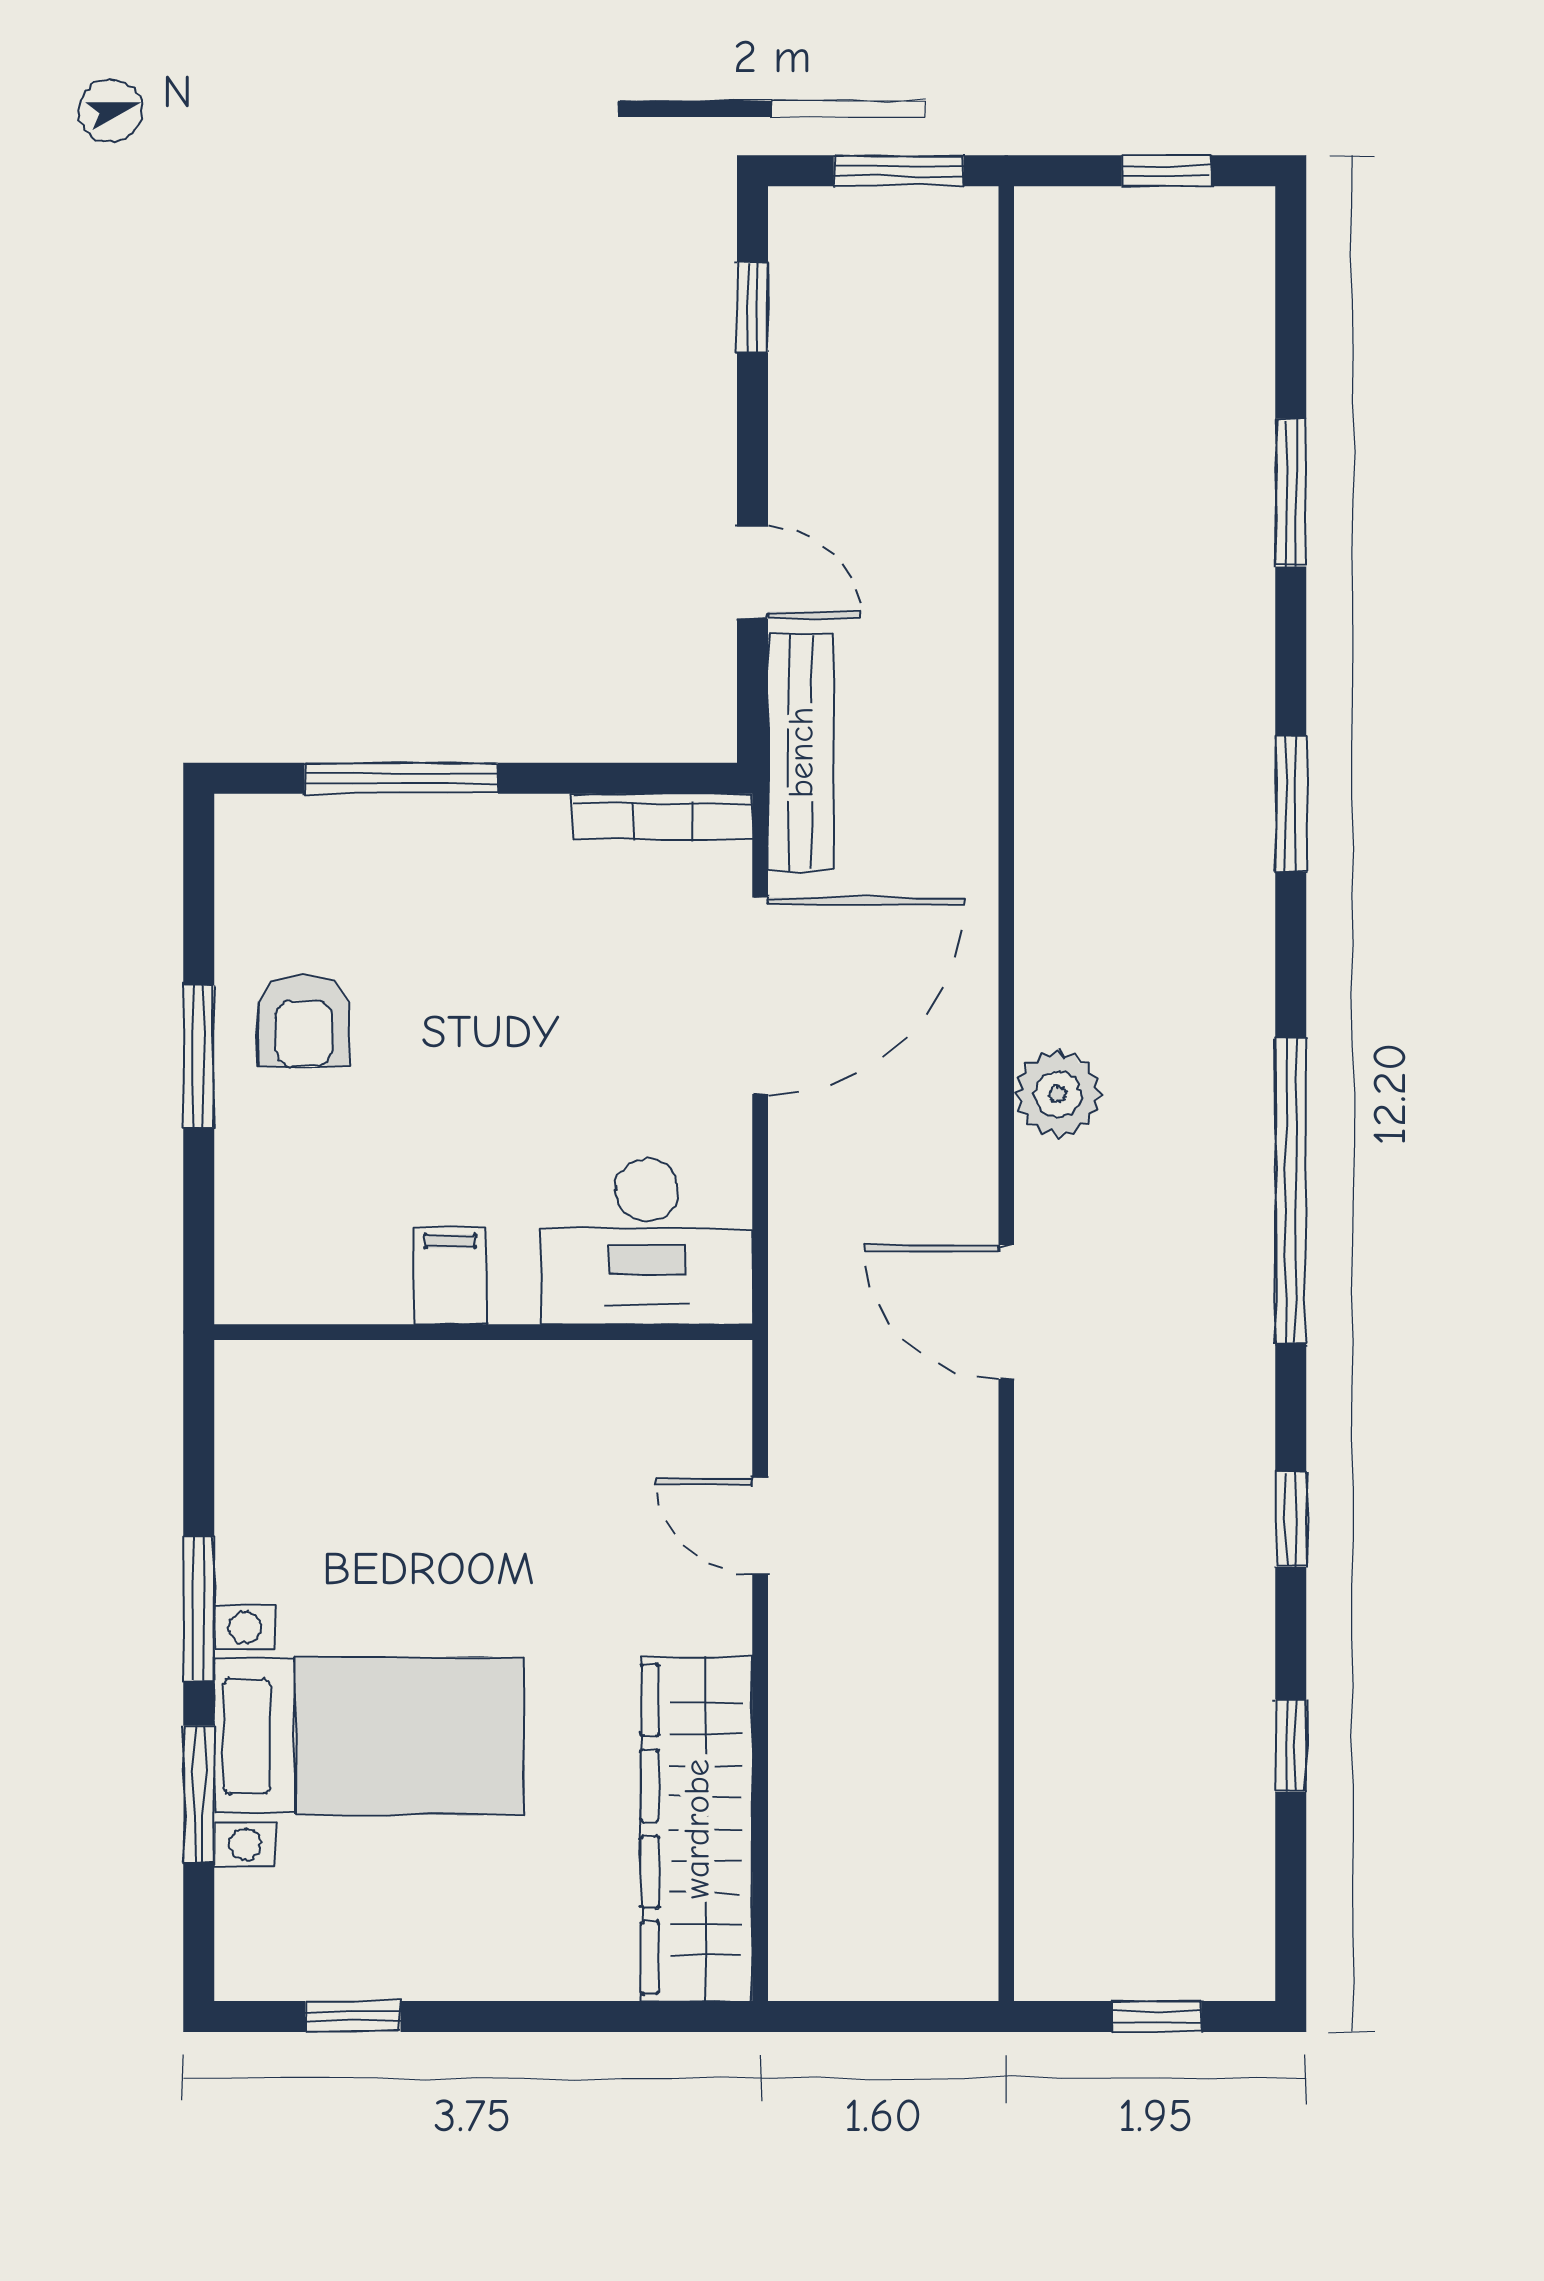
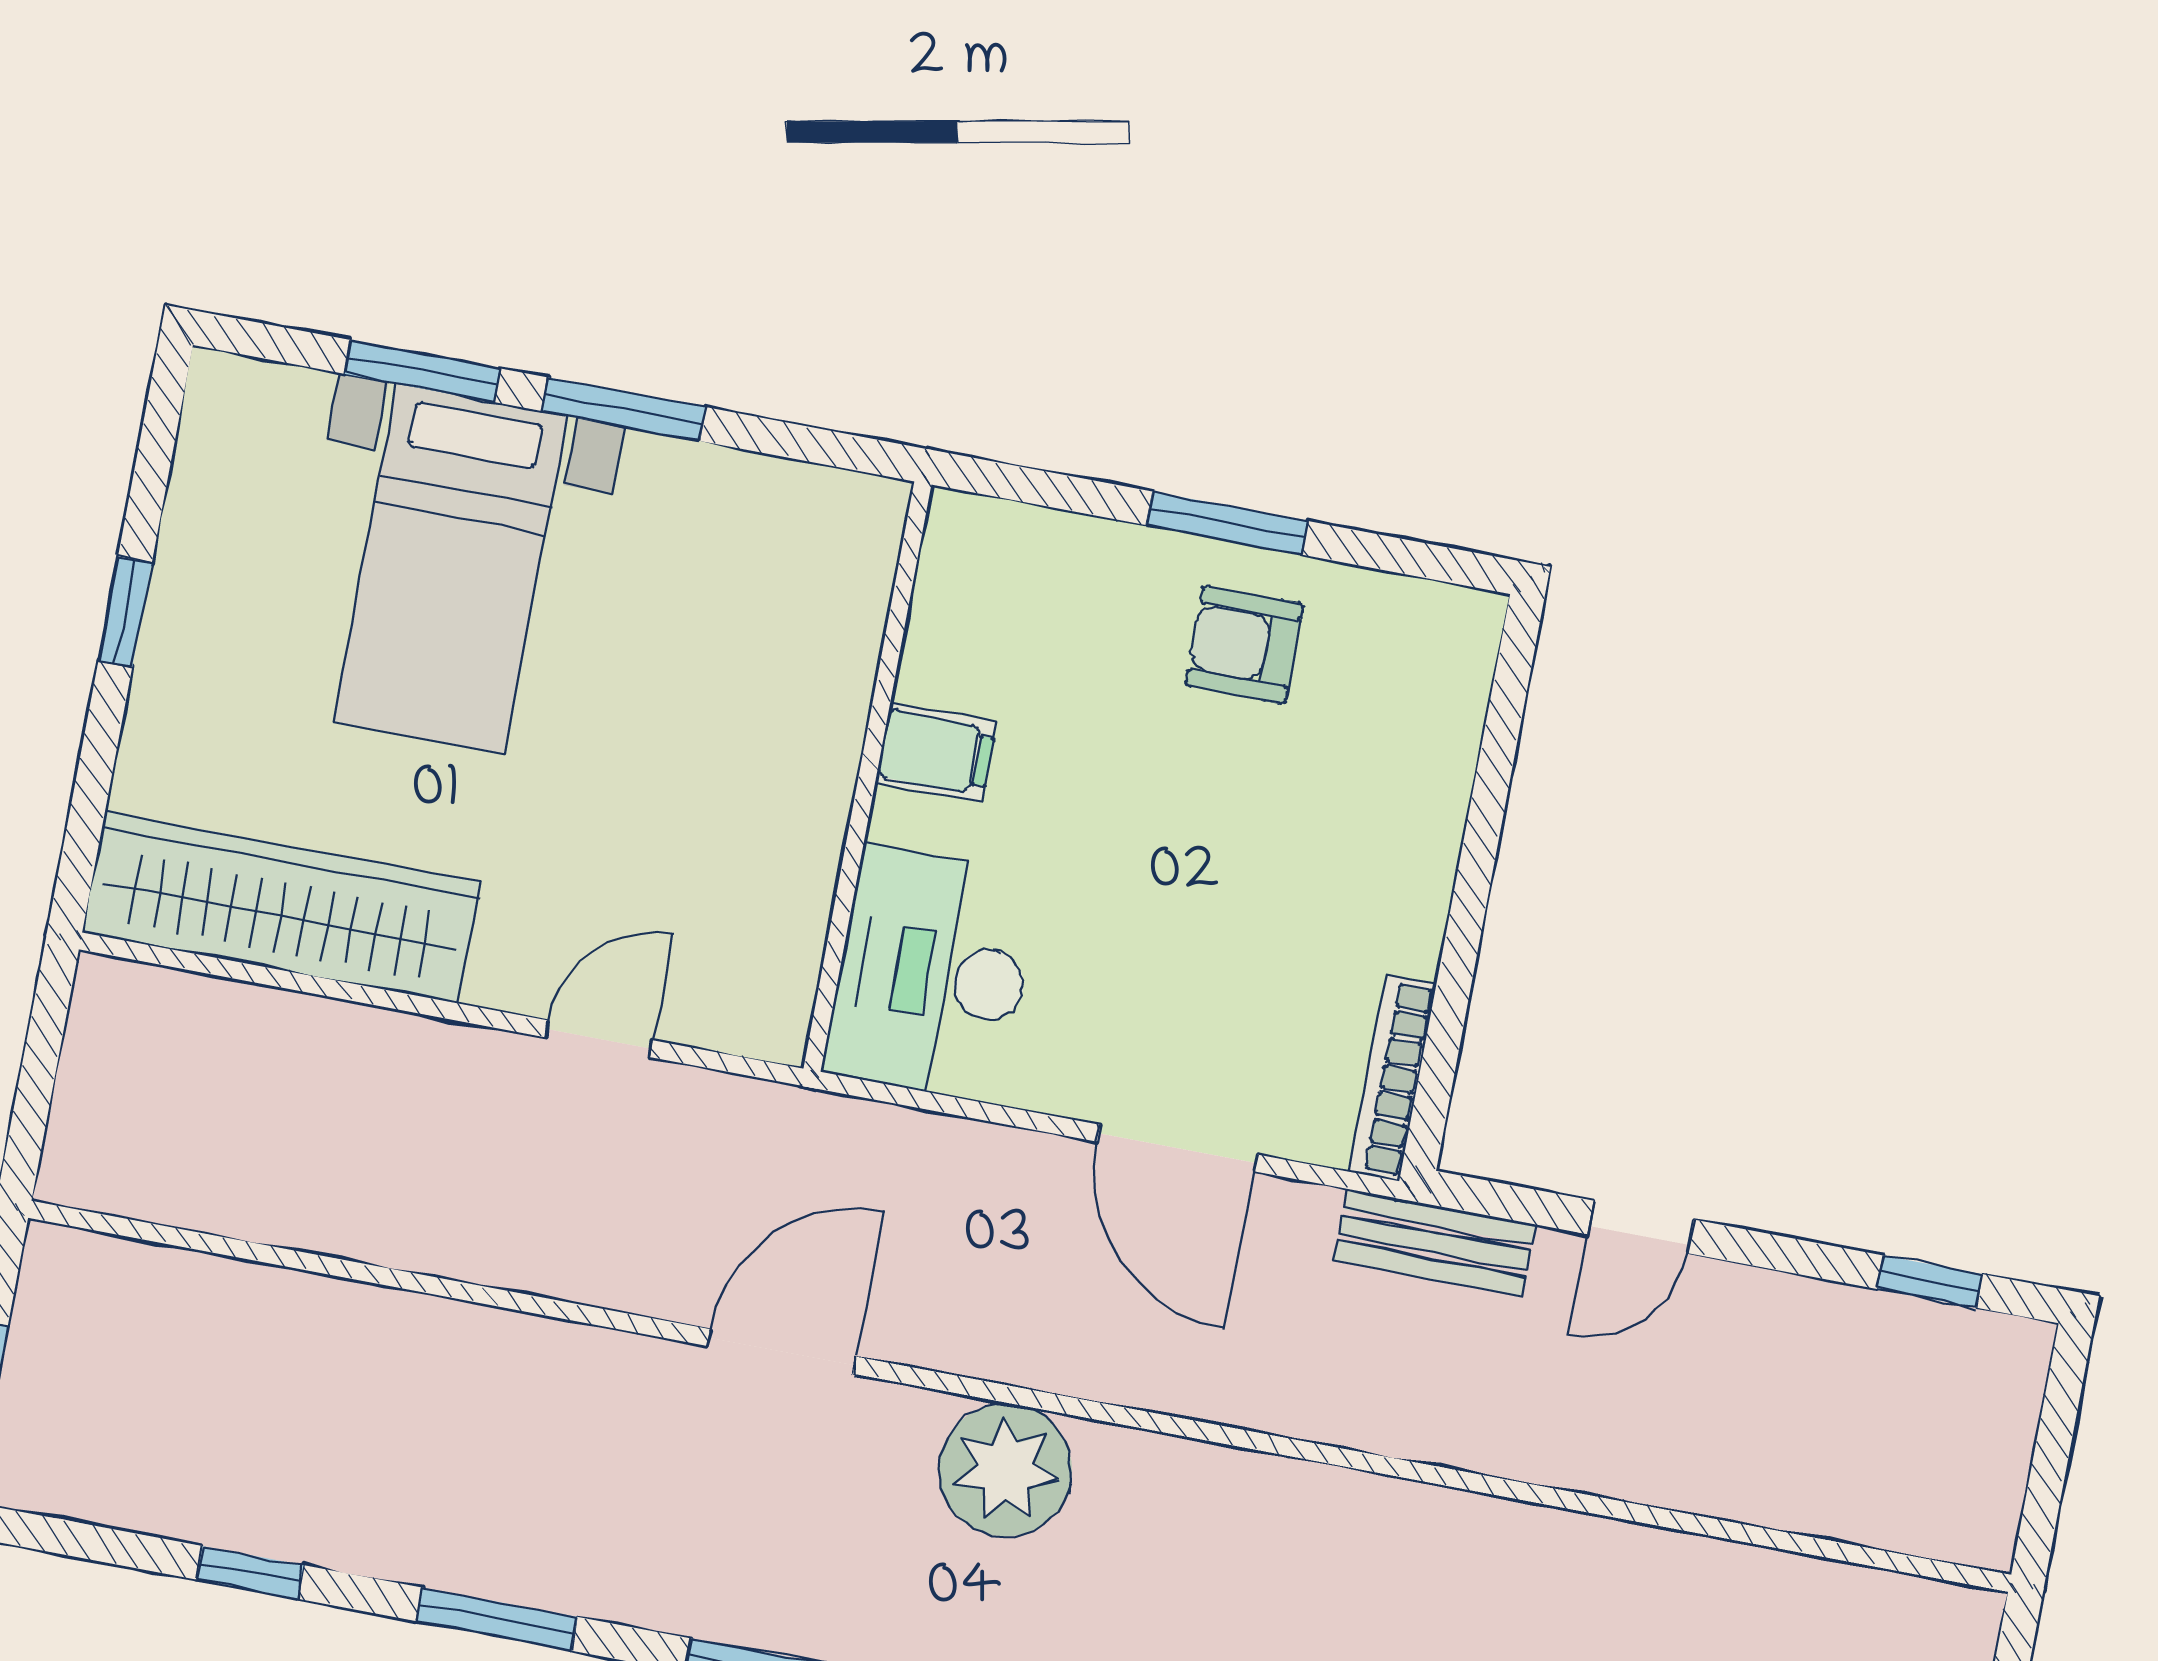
window: (899, 171) -> (2049, 1469), removed
bench: (801, 752) -> (1435, 1243), width x0.73
window: (401, 778) -> (1488, 801), removed
door: (760, 996) -> (1177, 1148), width x0.73
plant: (1058, 1094) -> (1005, 1470), width x1.36, depth x1.36
window: (1291, 1519) -> (497, 1619), width x1.50
window: (353, 2017) -> (125, 612), moved

